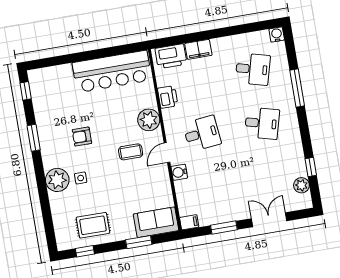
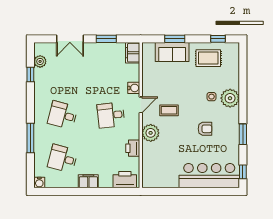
filing cabinet: (198, 49) -> (88, 181), moved
bar counter: (112, 71) -> (209, 176), moved
sofa: (156, 222) -> (172, 52), moved
filing cabinet: (189, 222) -> (133, 53), width x2.00

